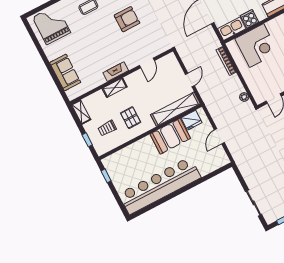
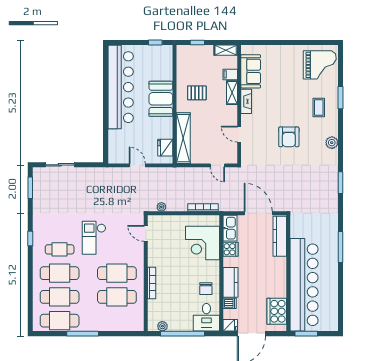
sofa: (65, 72) -> (251, 71), moved, turned -90
door: (190, 80) -> (217, 165), moved
filing cabinet: (100, 97) -> (230, 74), added
trolley: (107, 128) -> (198, 66), removed
booth: (170, 136) -> (161, 99), moved

